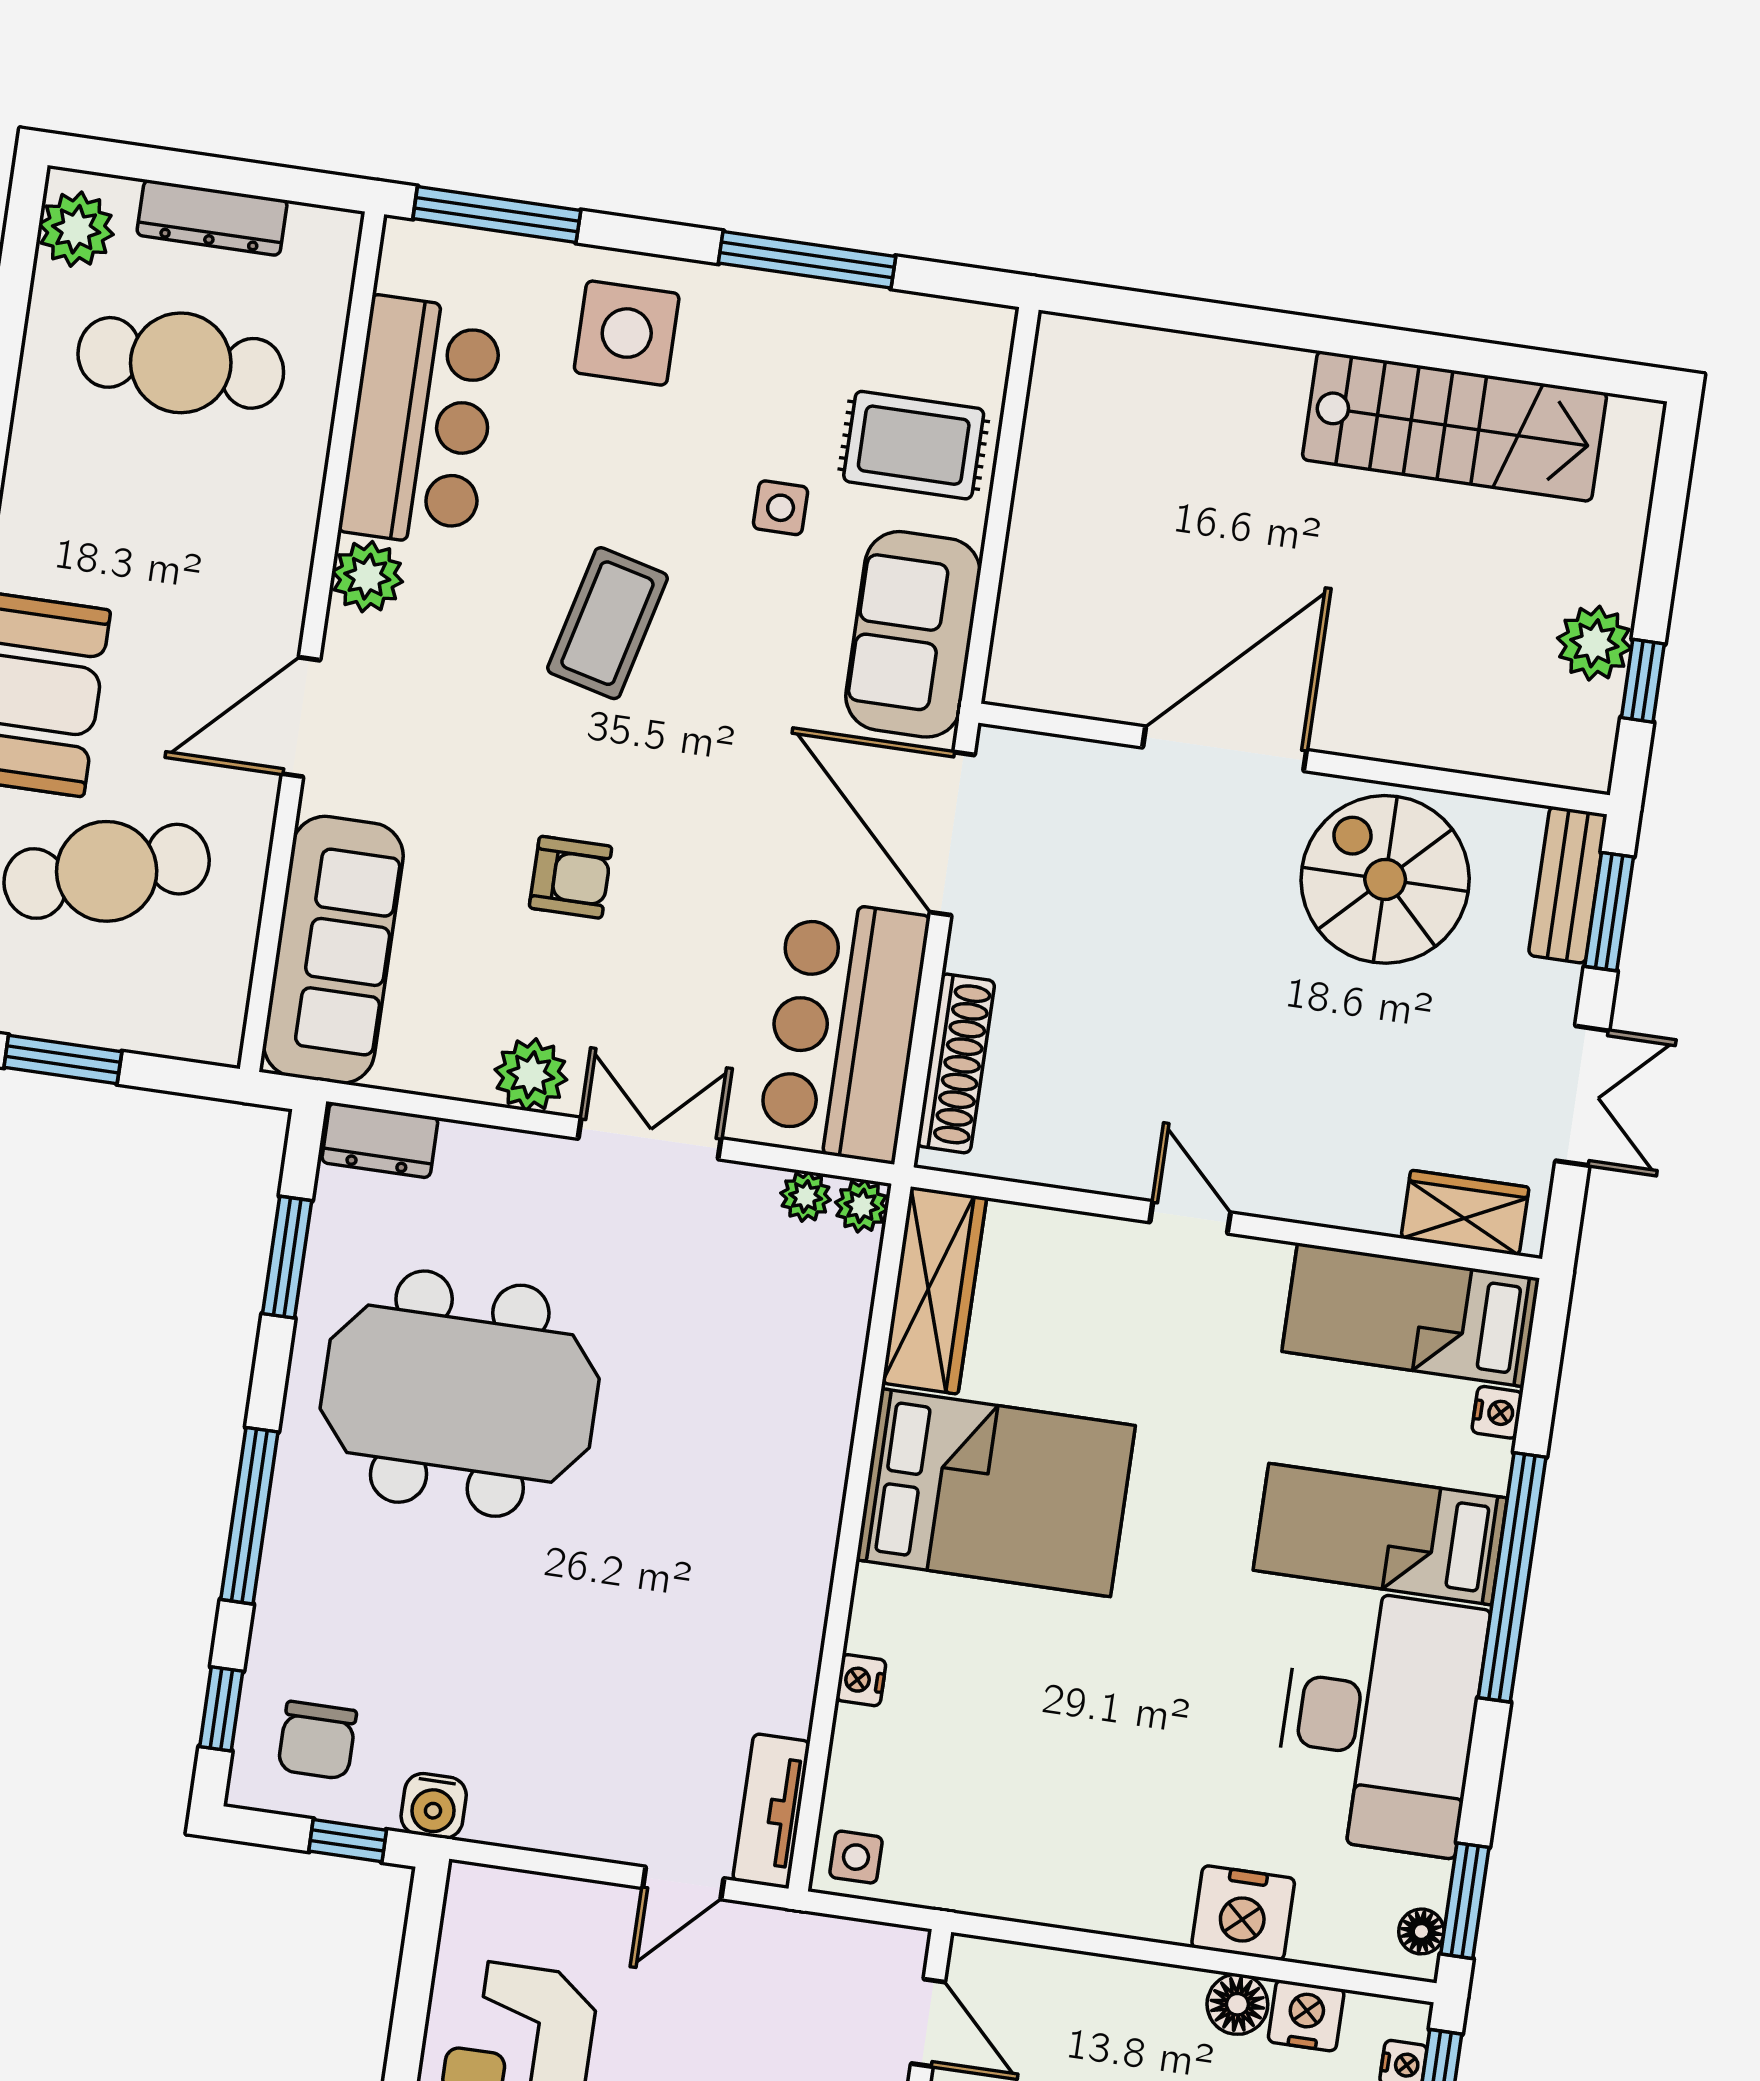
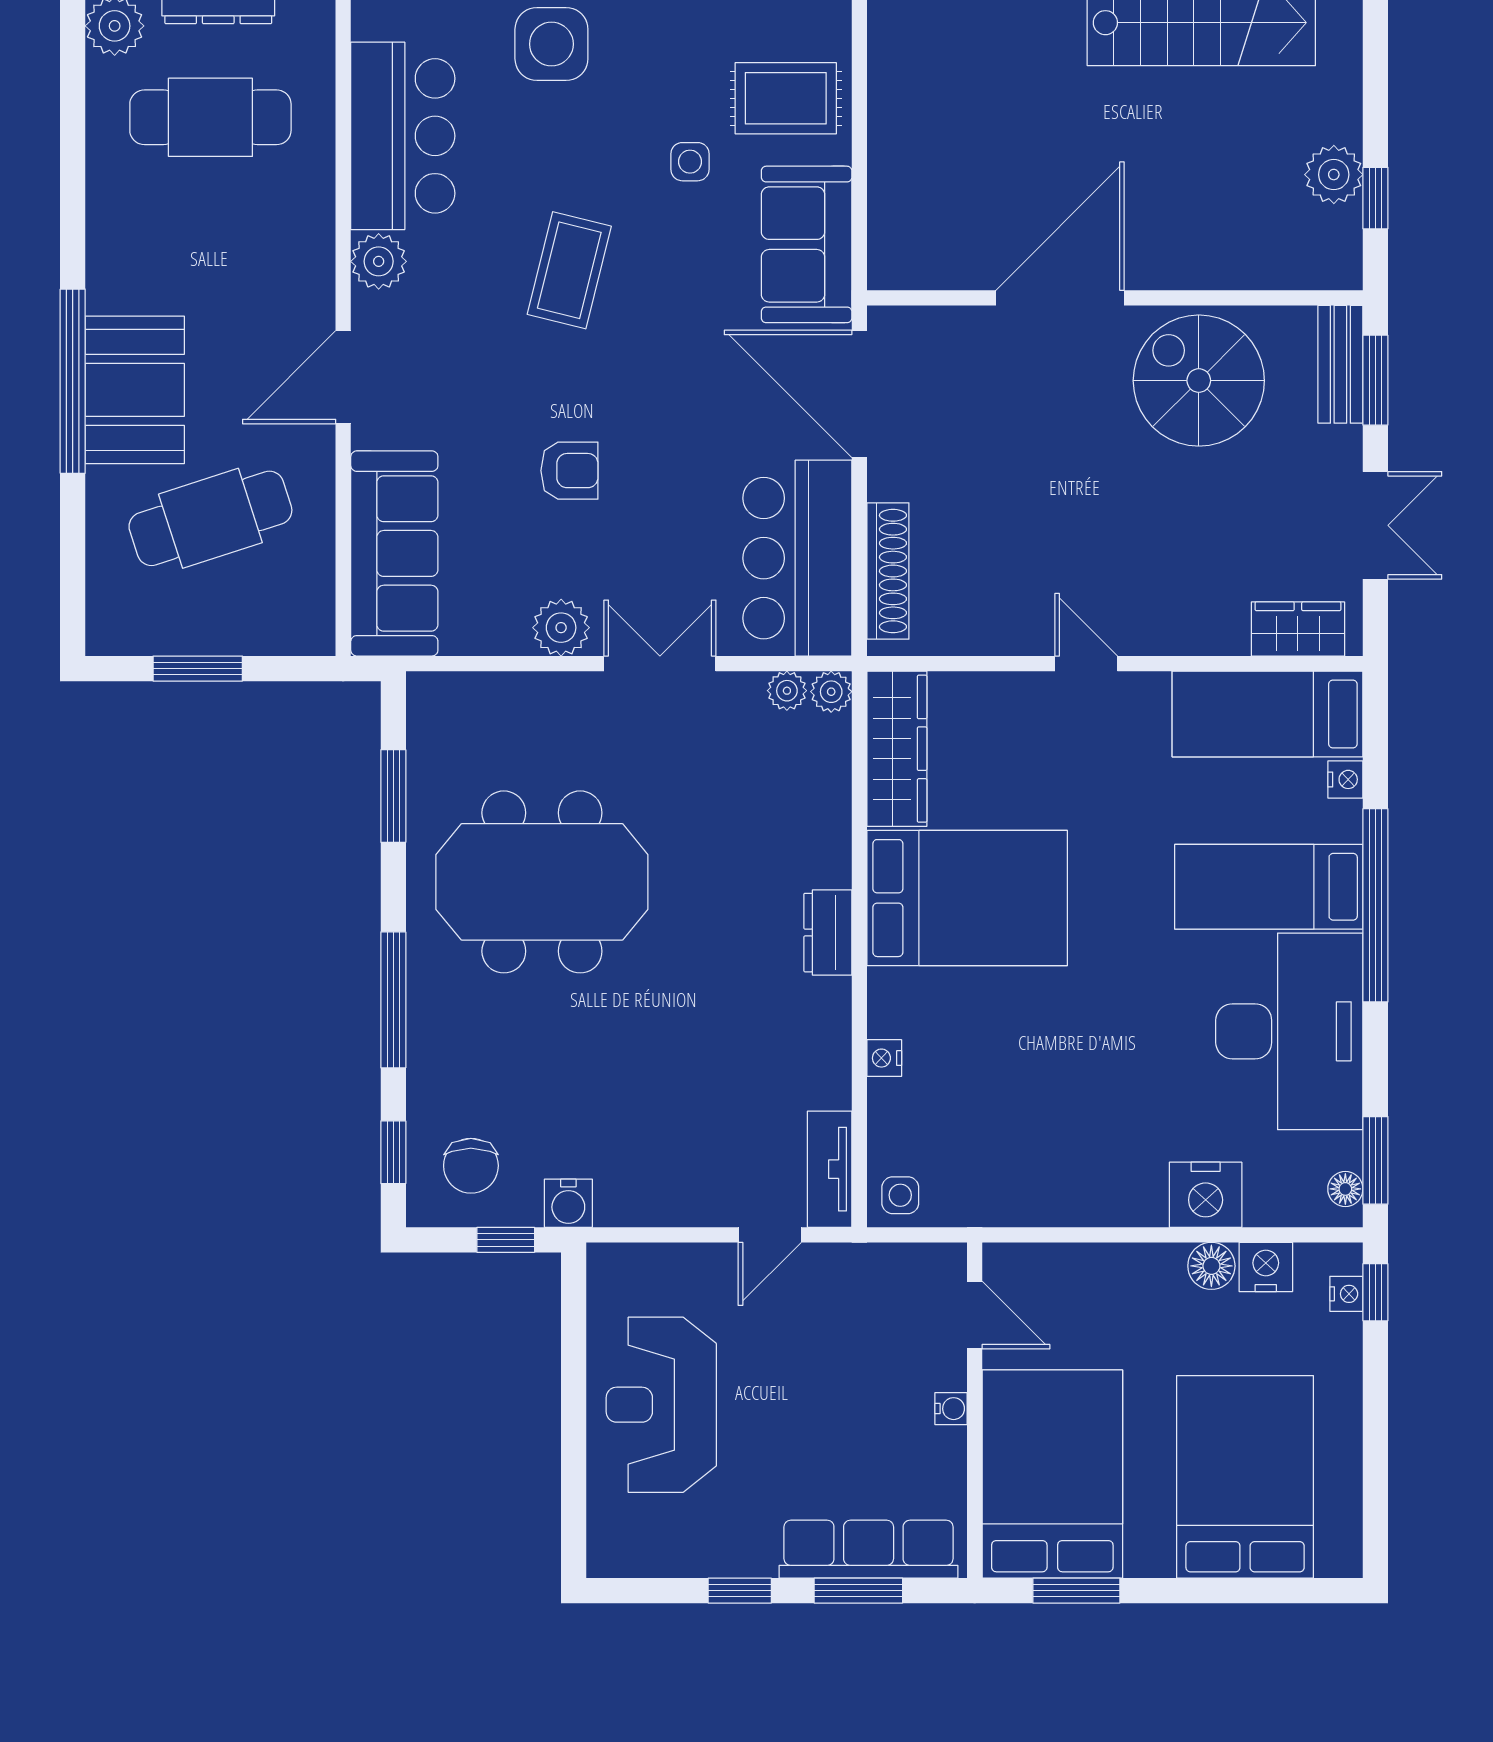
dresser: (380, 1140) -> (828, 933), moved, turned 90

